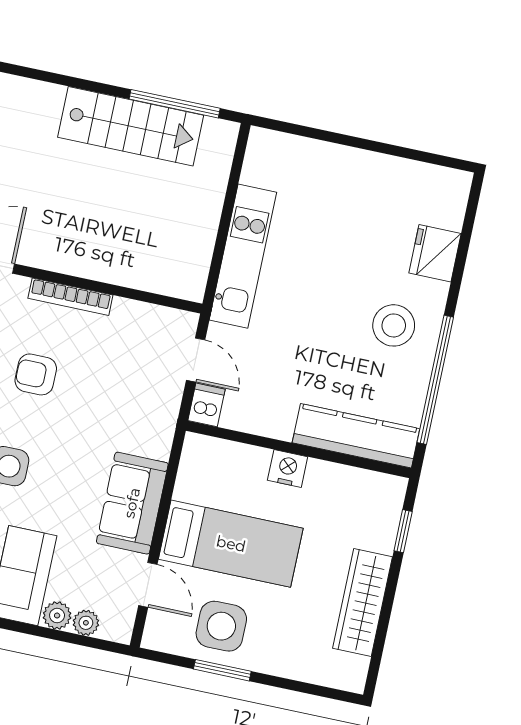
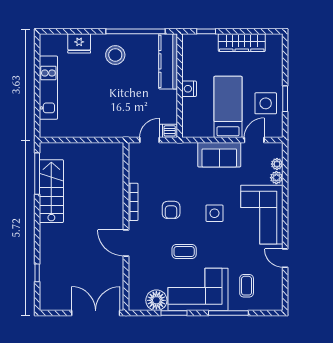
kitchen unit: (243, 256) -> (48, 88), moved, turned 90

